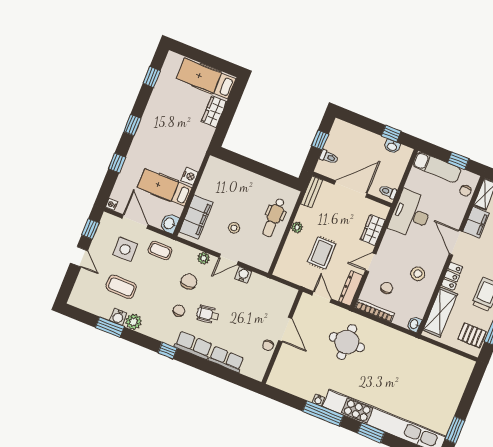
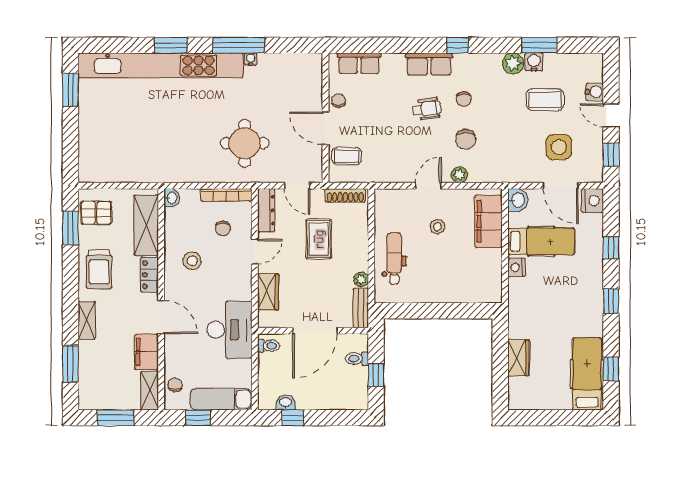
hospital bed: (206, 79) -> (587, 374), moved, turned -90
nightstand: (111, 204) -> (592, 201), width x1.89, depth x1.79
plant: (297, 227) -> (361, 279), moved
coffee table: (160, 250) -> (347, 156), moved
water cooler: (243, 275) -> (595, 92), moved, turned -90
shoe rack: (290, 276) -> (345, 195), added
row of seats: (226, 359) -> (359, 63), moved

